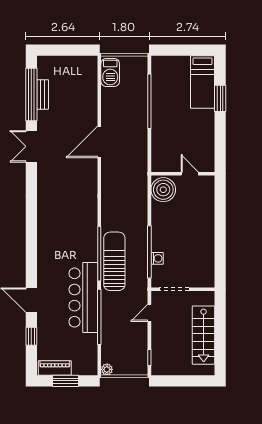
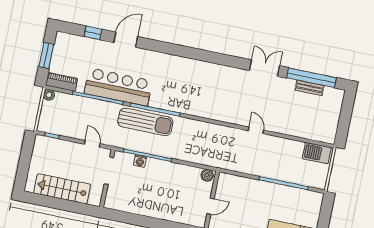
door: (99, 142) -> (256, 130), width x0.53
boiler: (163, 190) -> (207, 175), width x0.54, depth x0.54
piano: (55, 368) -> (62, 82), moved, turned -90

